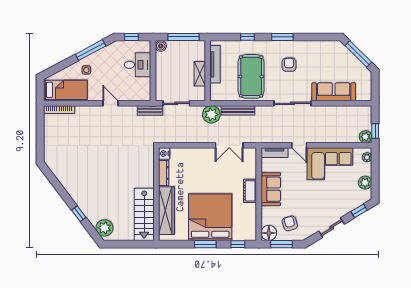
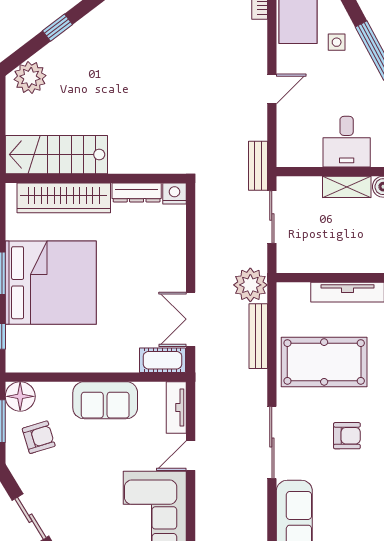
shelving: (200, 74) -> (347, 187), moved
cot: (250, 191) -> (162, 360), moved

